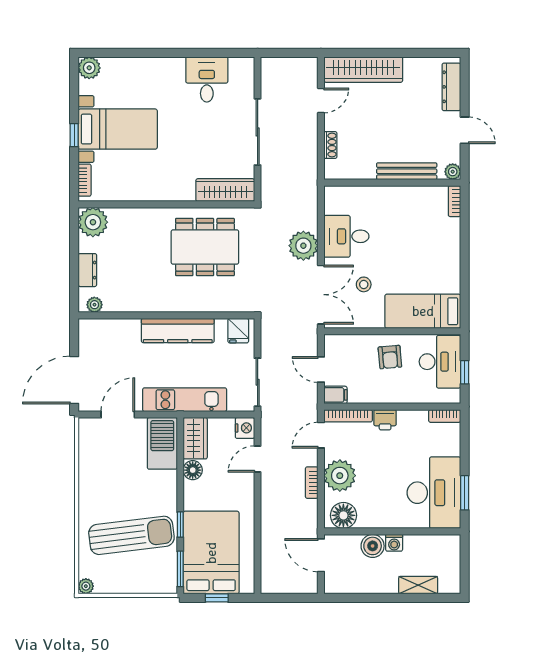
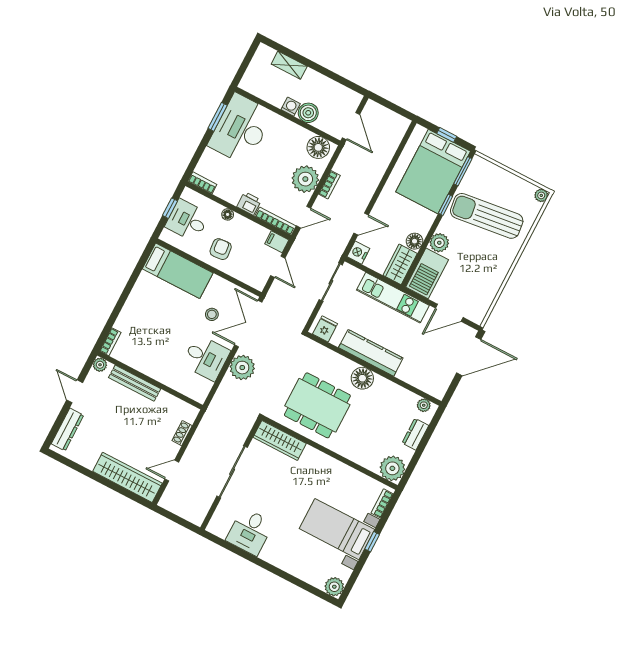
floor lamp: (173, 300) -> (362, 378), added
desk: (440, 362) -> (187, 220), width x0.73
floor lamp: (401, 397) -> (228, 214), added
plant: (166, 482) -> (439, 243), added

